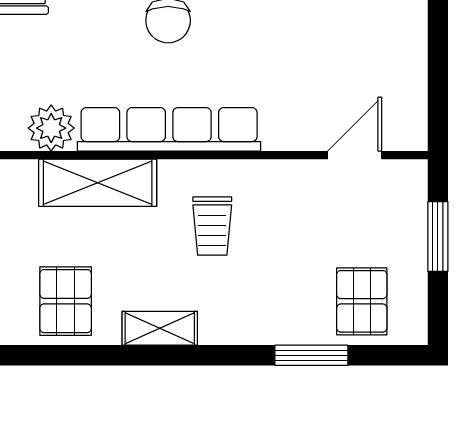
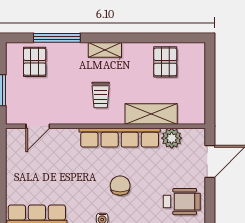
trolley: (212, 226) -> (101, 95), turned 180
shelving: (160, 328) -> (105, 50), moved
window: (311, 355) -> (57, 38), width x1.44

